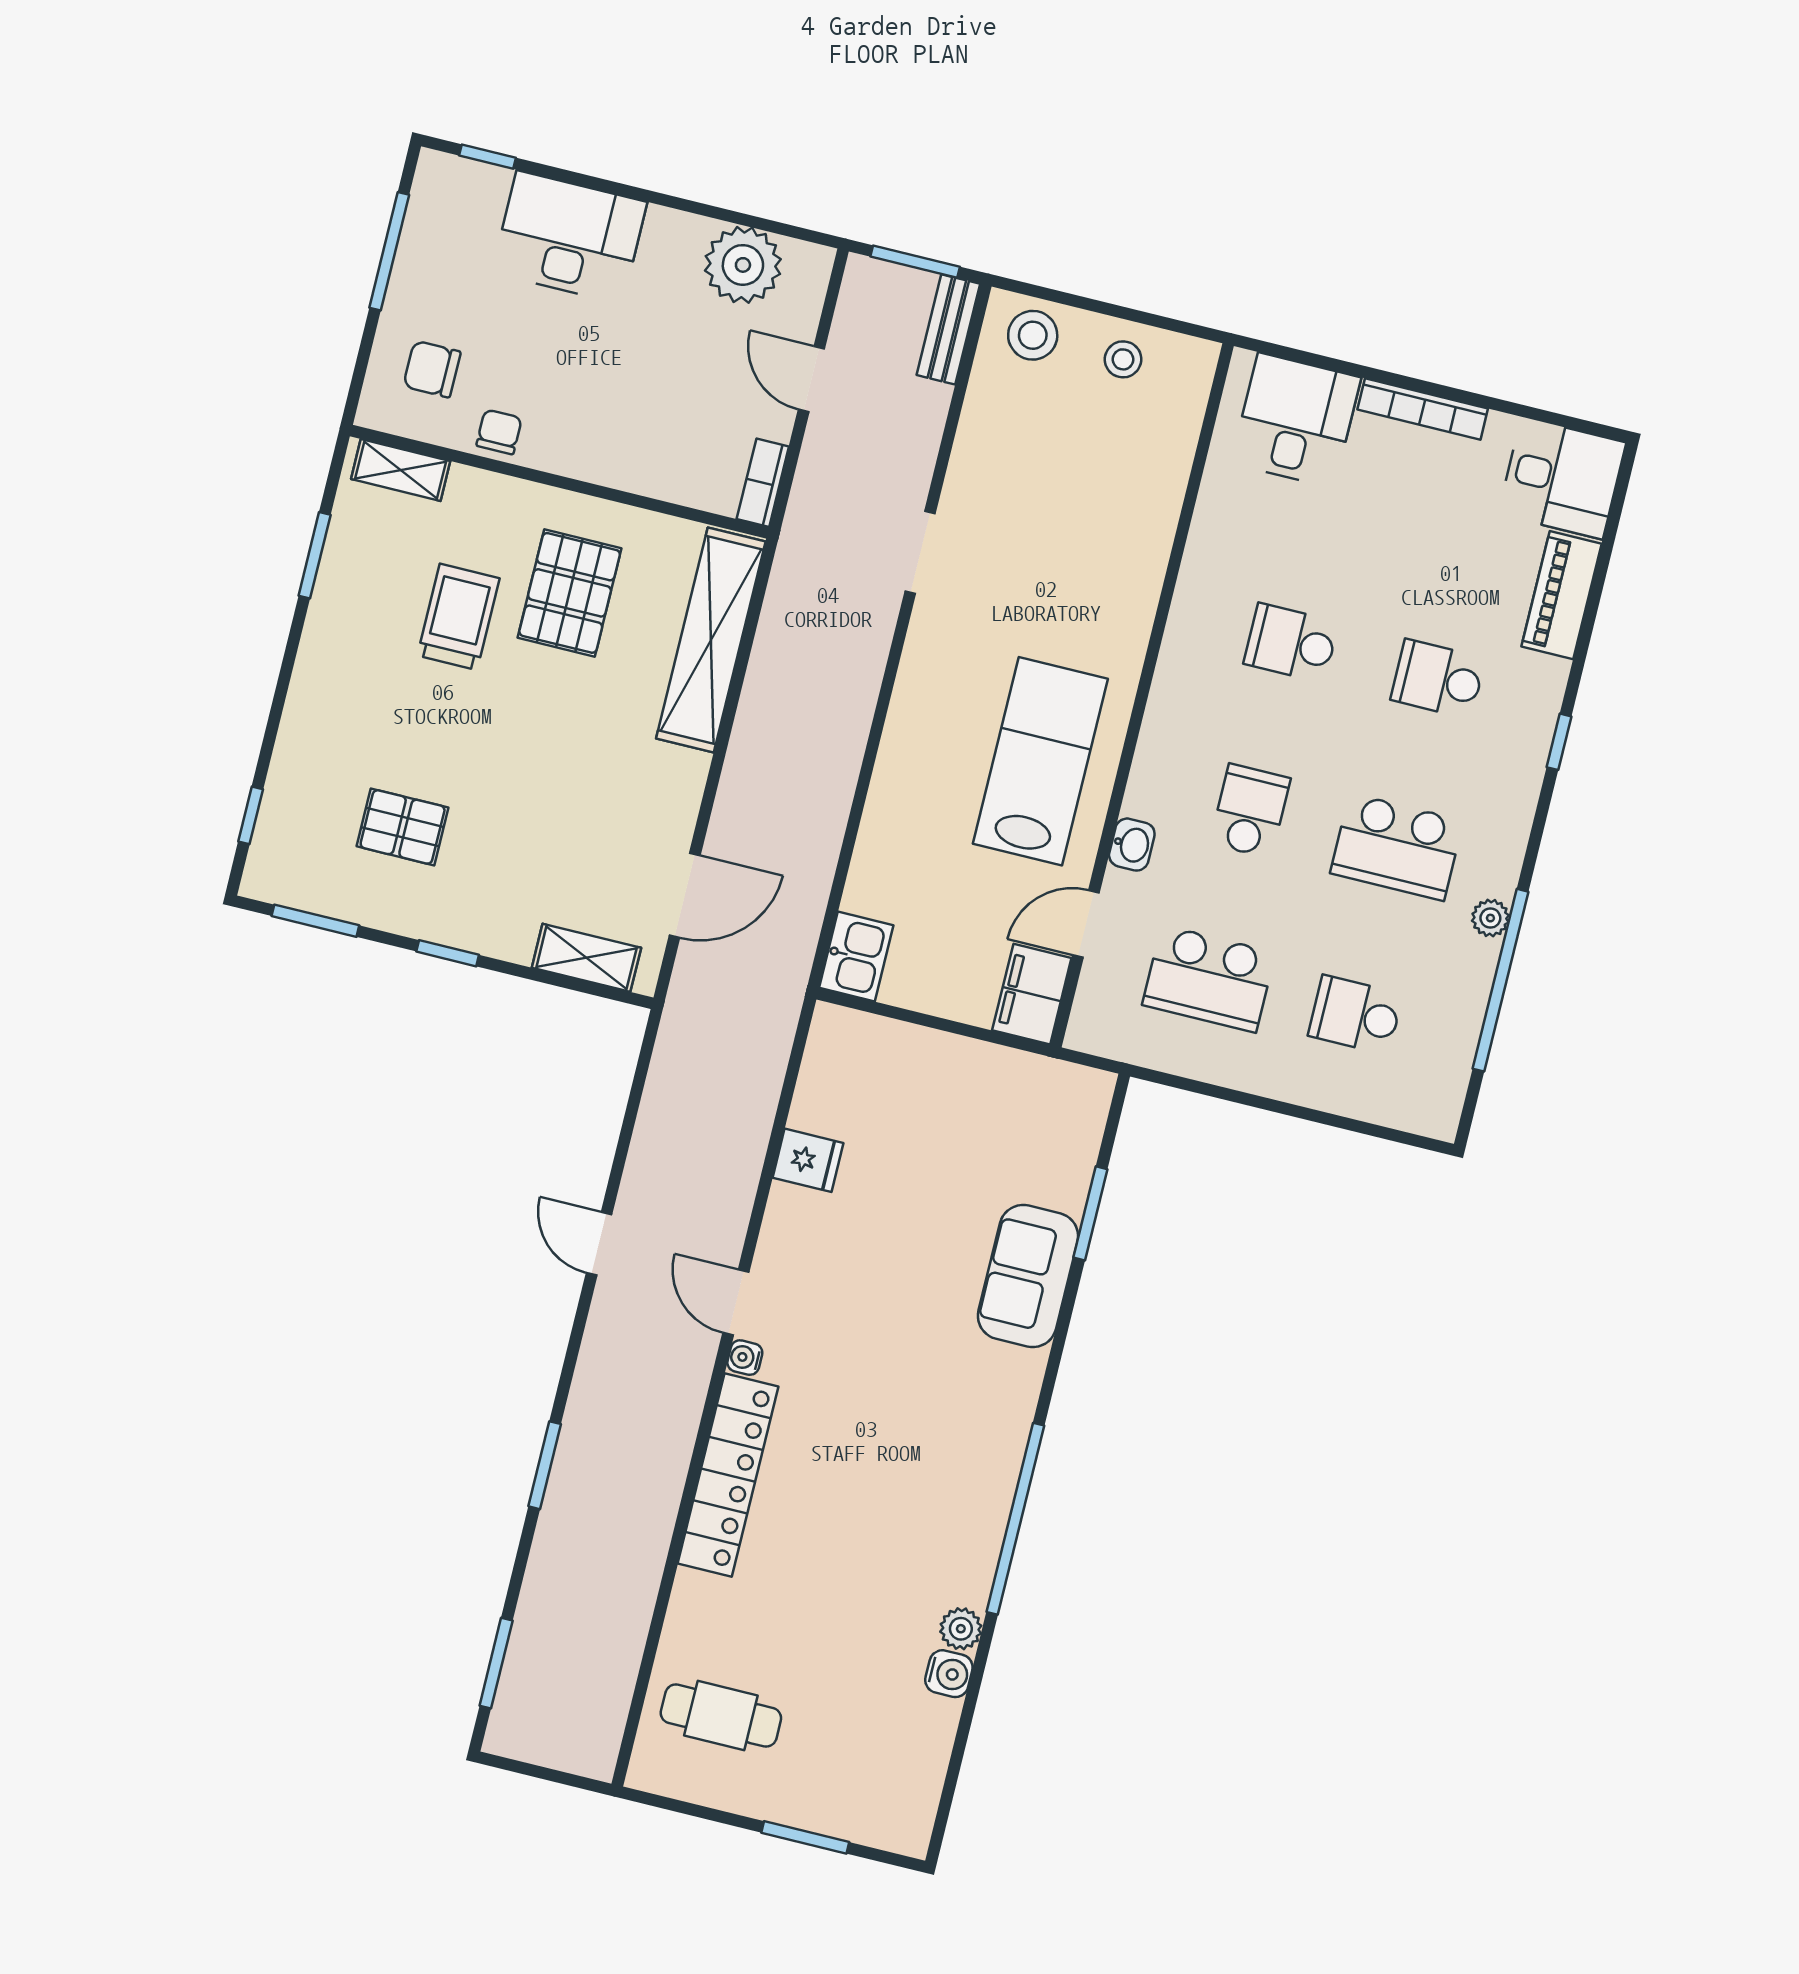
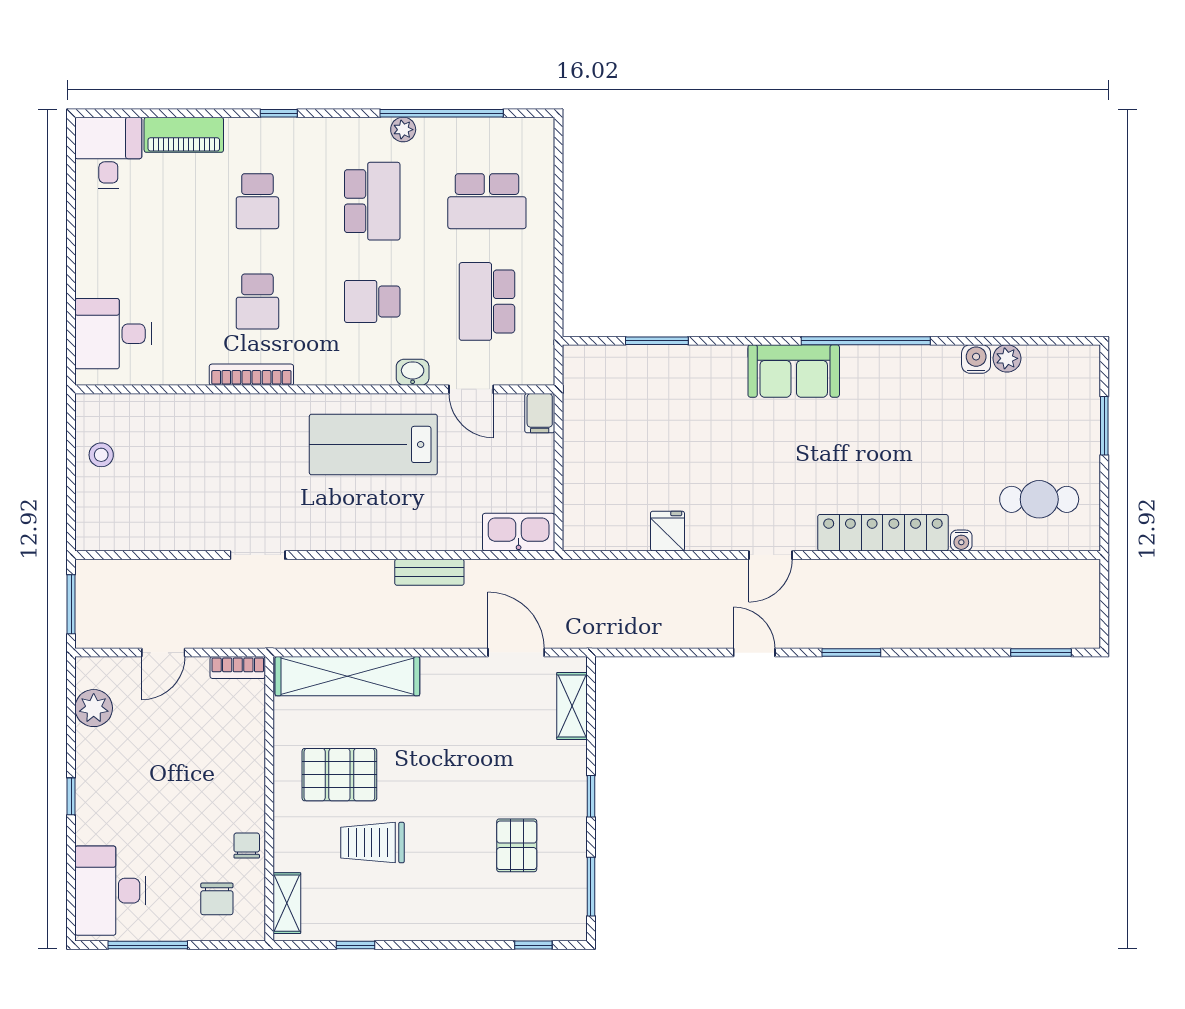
window: (487, 157) -> (71, 796), moved
desk: (569, 237) -> (110, 891), moved
plant: (743, 265) -> (94, 708), width x0.73, depth x0.73
bench: (948, 329) -> (429, 572), moved
stool: (1033, 335) -> (100, 517), removed
bookcase: (1423, 409) -> (251, 375), moved, turned -90
chair: (499, 432) -> (247, 846), turned 90
window: (315, 555) -> (355, 945), width x0.67
kitchen sink: (856, 957) -> (519, 532), width x1.38
school desk: (1209, 979) -> (487, 301), turned 180
filing cabinet: (1032, 994) -> (540, 413), width x0.50
school desk: (1356, 1015) -> (487, 201), width x1.85
door: (599, 1244) -> (754, 653), swing flipped
sofa: (1028, 1276) -> (794, 371), moved
water cooler: (745, 1358) -> (961, 541), moved
window: (545, 1465) -> (851, 653), moved
plant: (961, 1629) -> (1007, 358), moved
cafe table: (721, 1716) -> (1039, 499), turned 90

